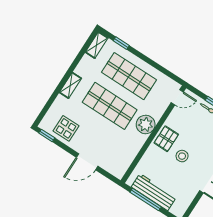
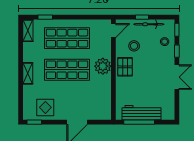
stool: (182, 156) -> (134, 46), moved

